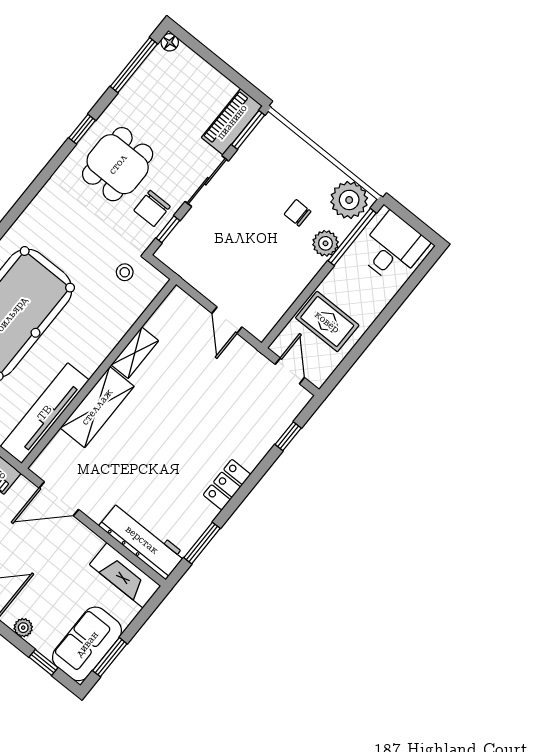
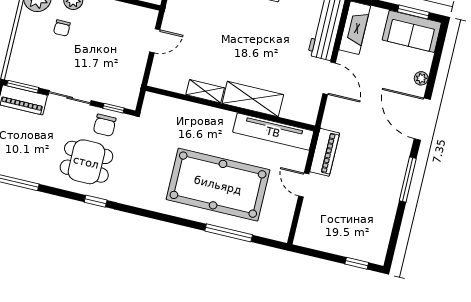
window: (82, 129) -> (96, 201), moved
chair: (152, 208) -> (105, 125), turned 90
stool: (125, 272) -> (155, 123), removed
door: (59, 499) -> (329, 78), moved
window: (44, 662) -> (438, 54), removed

